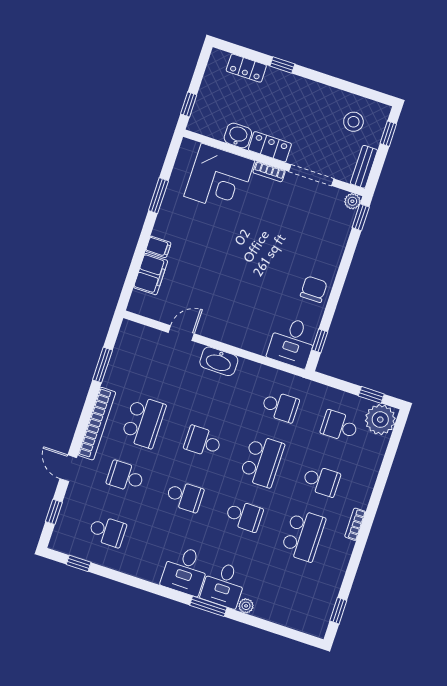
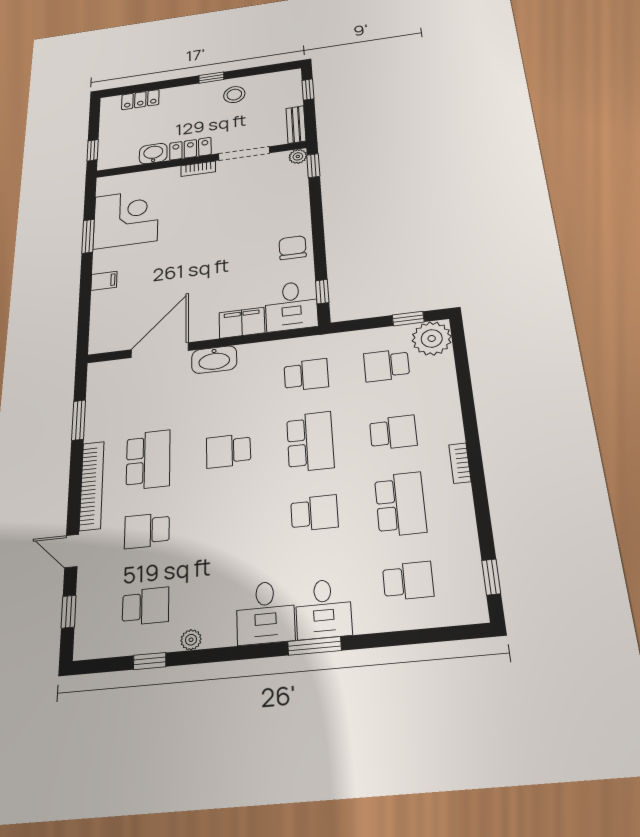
window: (282, 65) -> (211, 78), moved
stool: (353, 122) -> (234, 95), moved
corner desk: (219, 179) -> (126, 219), moved, turned -90
filing cabinet: (151, 274) -> (242, 323), moved, turned -90
door: (181, 333) -> (160, 350), width x1.88
school desk: (185, 496) -> (408, 581), moved
window: (79, 563) -> (150, 661), moved
plant: (246, 606) -> (191, 640), moved

